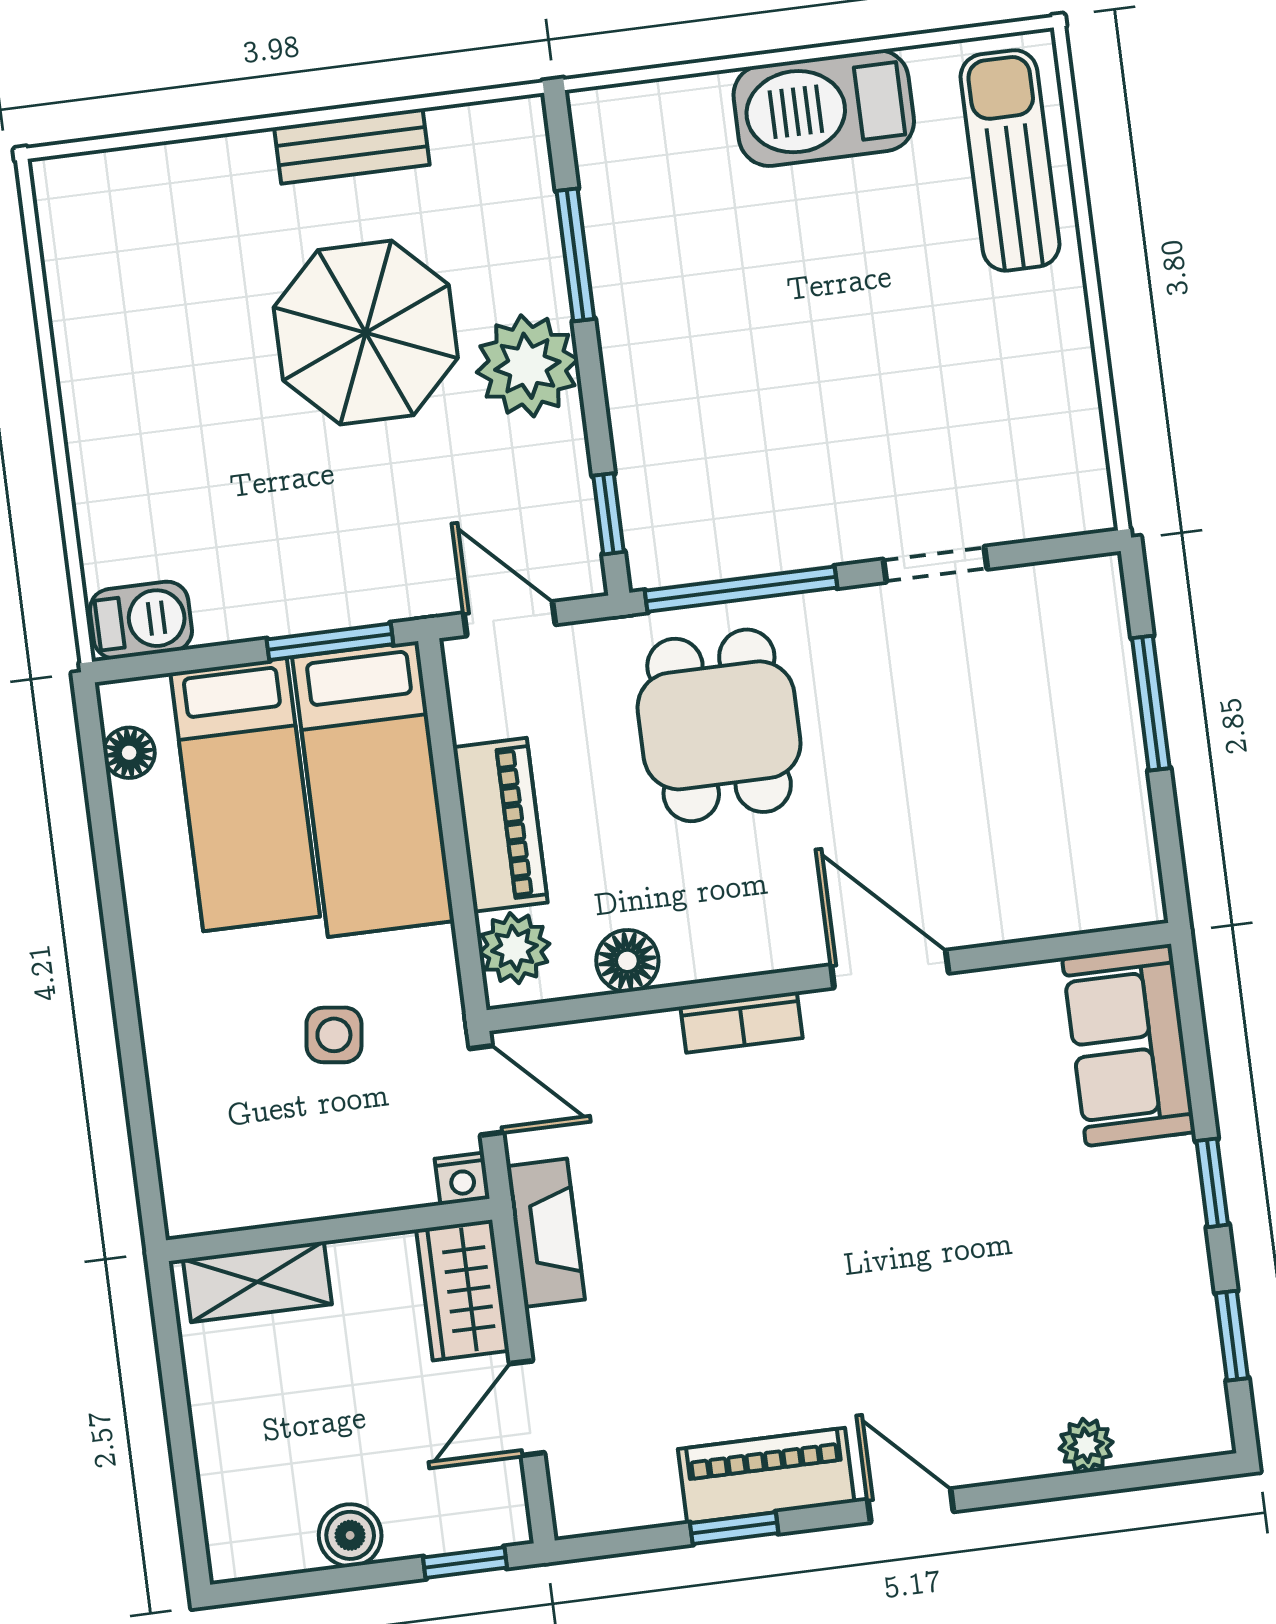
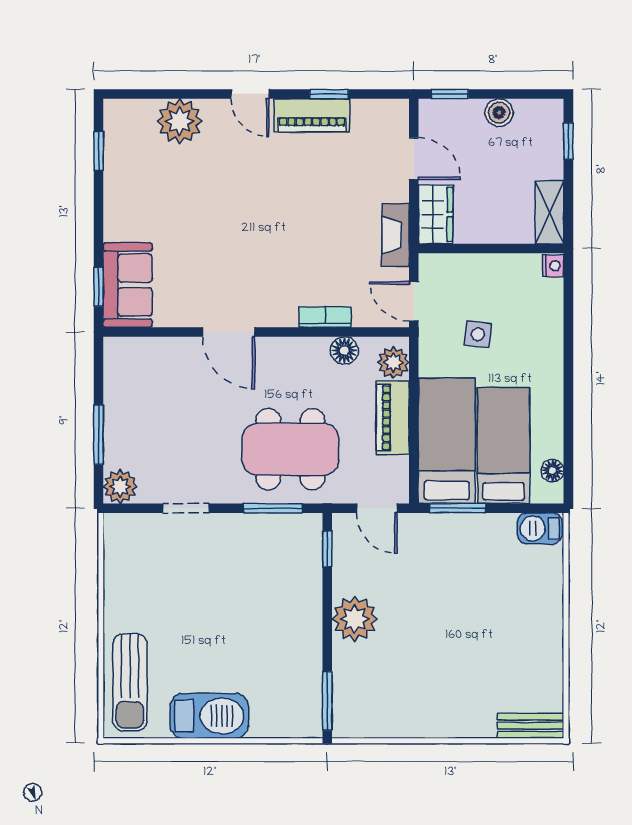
bench: (352, 146) -> (531, 726), moved
window: (575, 255) -> (327, 701), moved
parasol: (366, 333) -> (424, 643), removed
window: (741, 589) -> (273, 508), width x0.69
plant: (1088, 593) -> (120, 487), added
dining table: (719, 725) -> (290, 449), width x1.38
bookcase: (742, 1022) -> (325, 317), moved
nightstand: (462, 1179) -> (553, 266), moved, turned 90
window: (1212, 1183) -> (99, 287), moved
shelving: (257, 1282) -> (550, 212), moved, turned 90
door: (527, 1408) -> (414, 159), hinge flipped
plant: (1086, 1445) -> (180, 121), width x1.87, depth x1.87
window: (188, 1492) -> (568, 141), added

